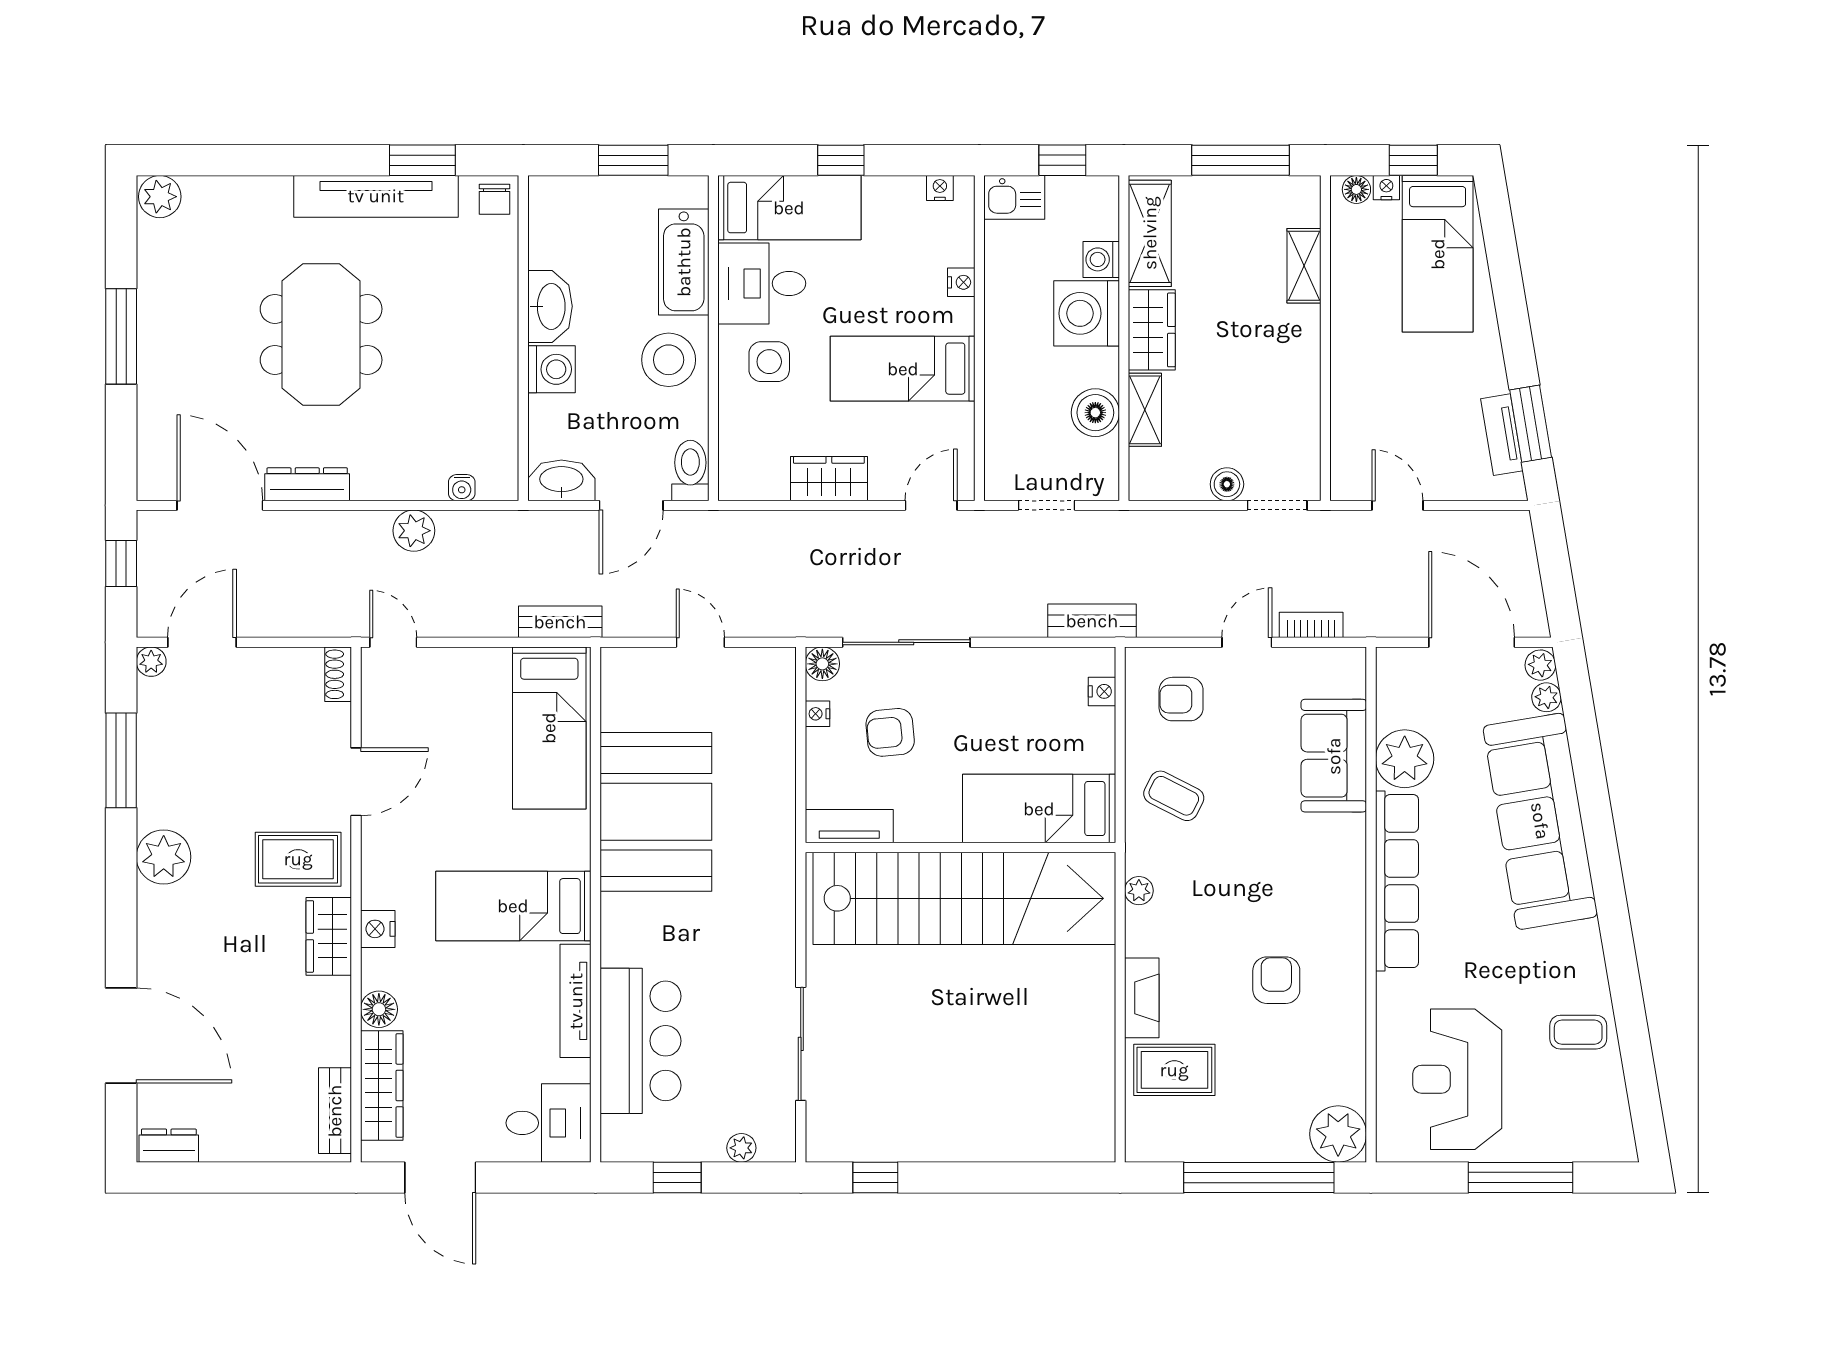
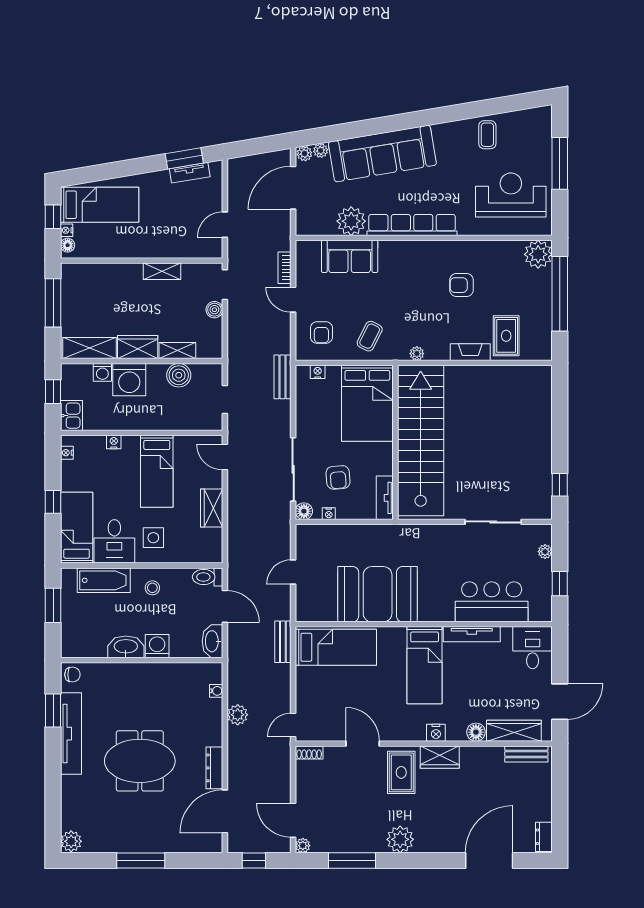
shelving: (1304, 266) -> (162, 271), moved
stool: (669, 360) -> (152, 588), width x0.53, depth x0.53
bed: (1039, 809) -> (367, 403), width x1.50
reception desk: (1457, 1079) -> (511, 195), turned 180

